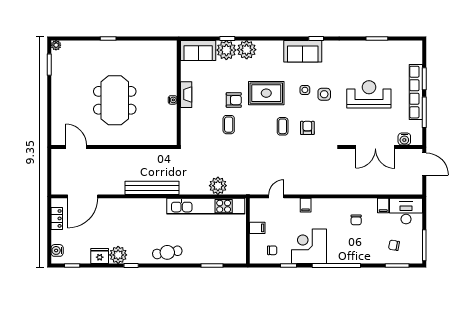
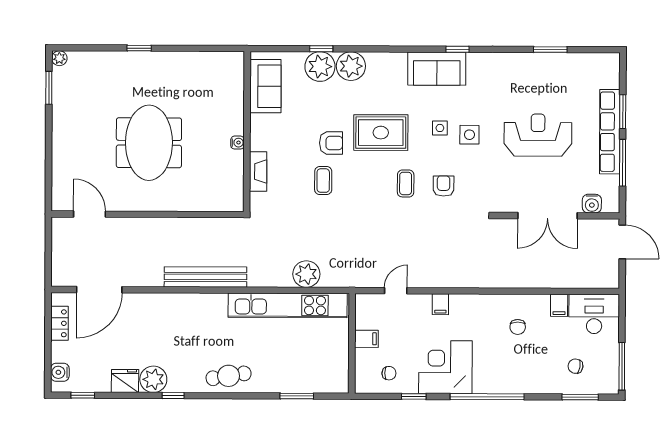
sofa: (198, 50) -> (265, 86), moved, turned -90
fireplace: (186, 95) -> (258, 172), moved

